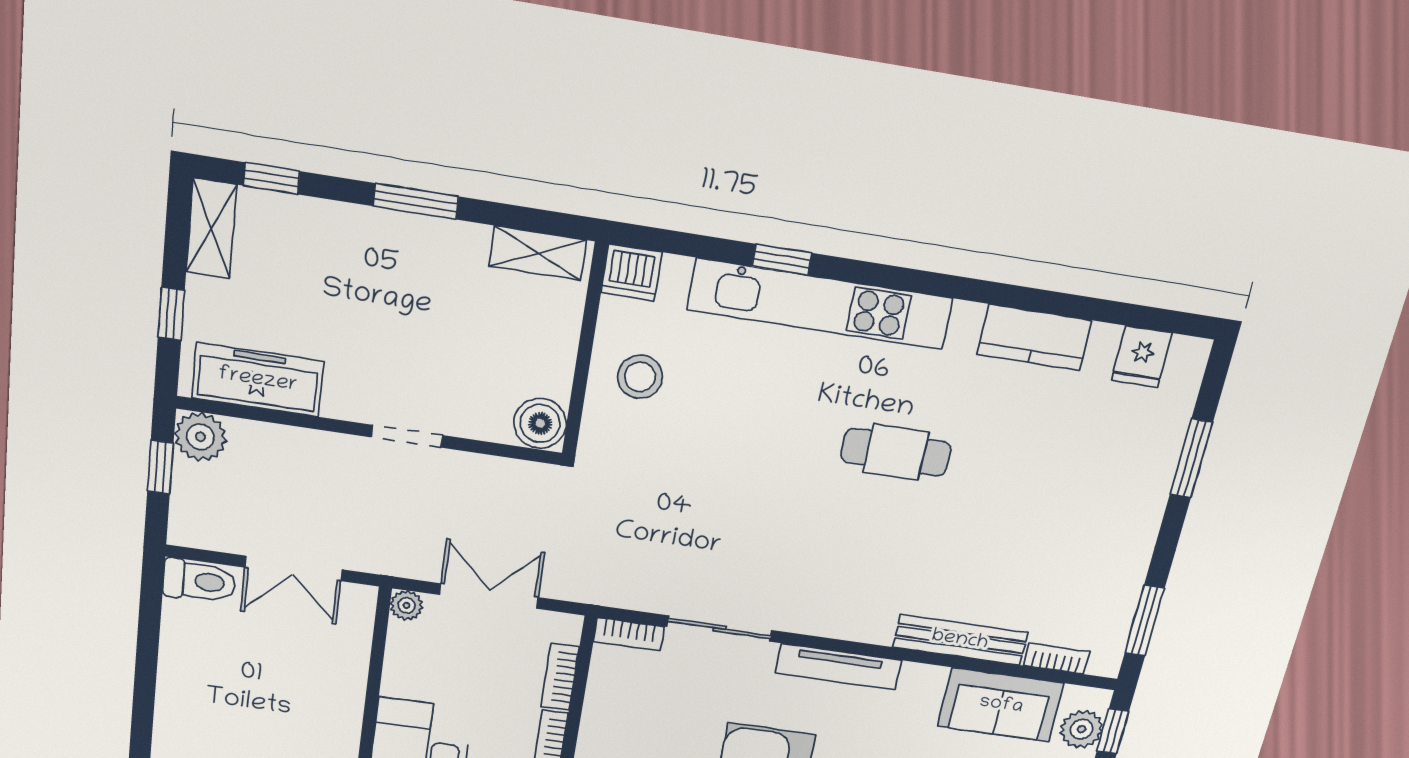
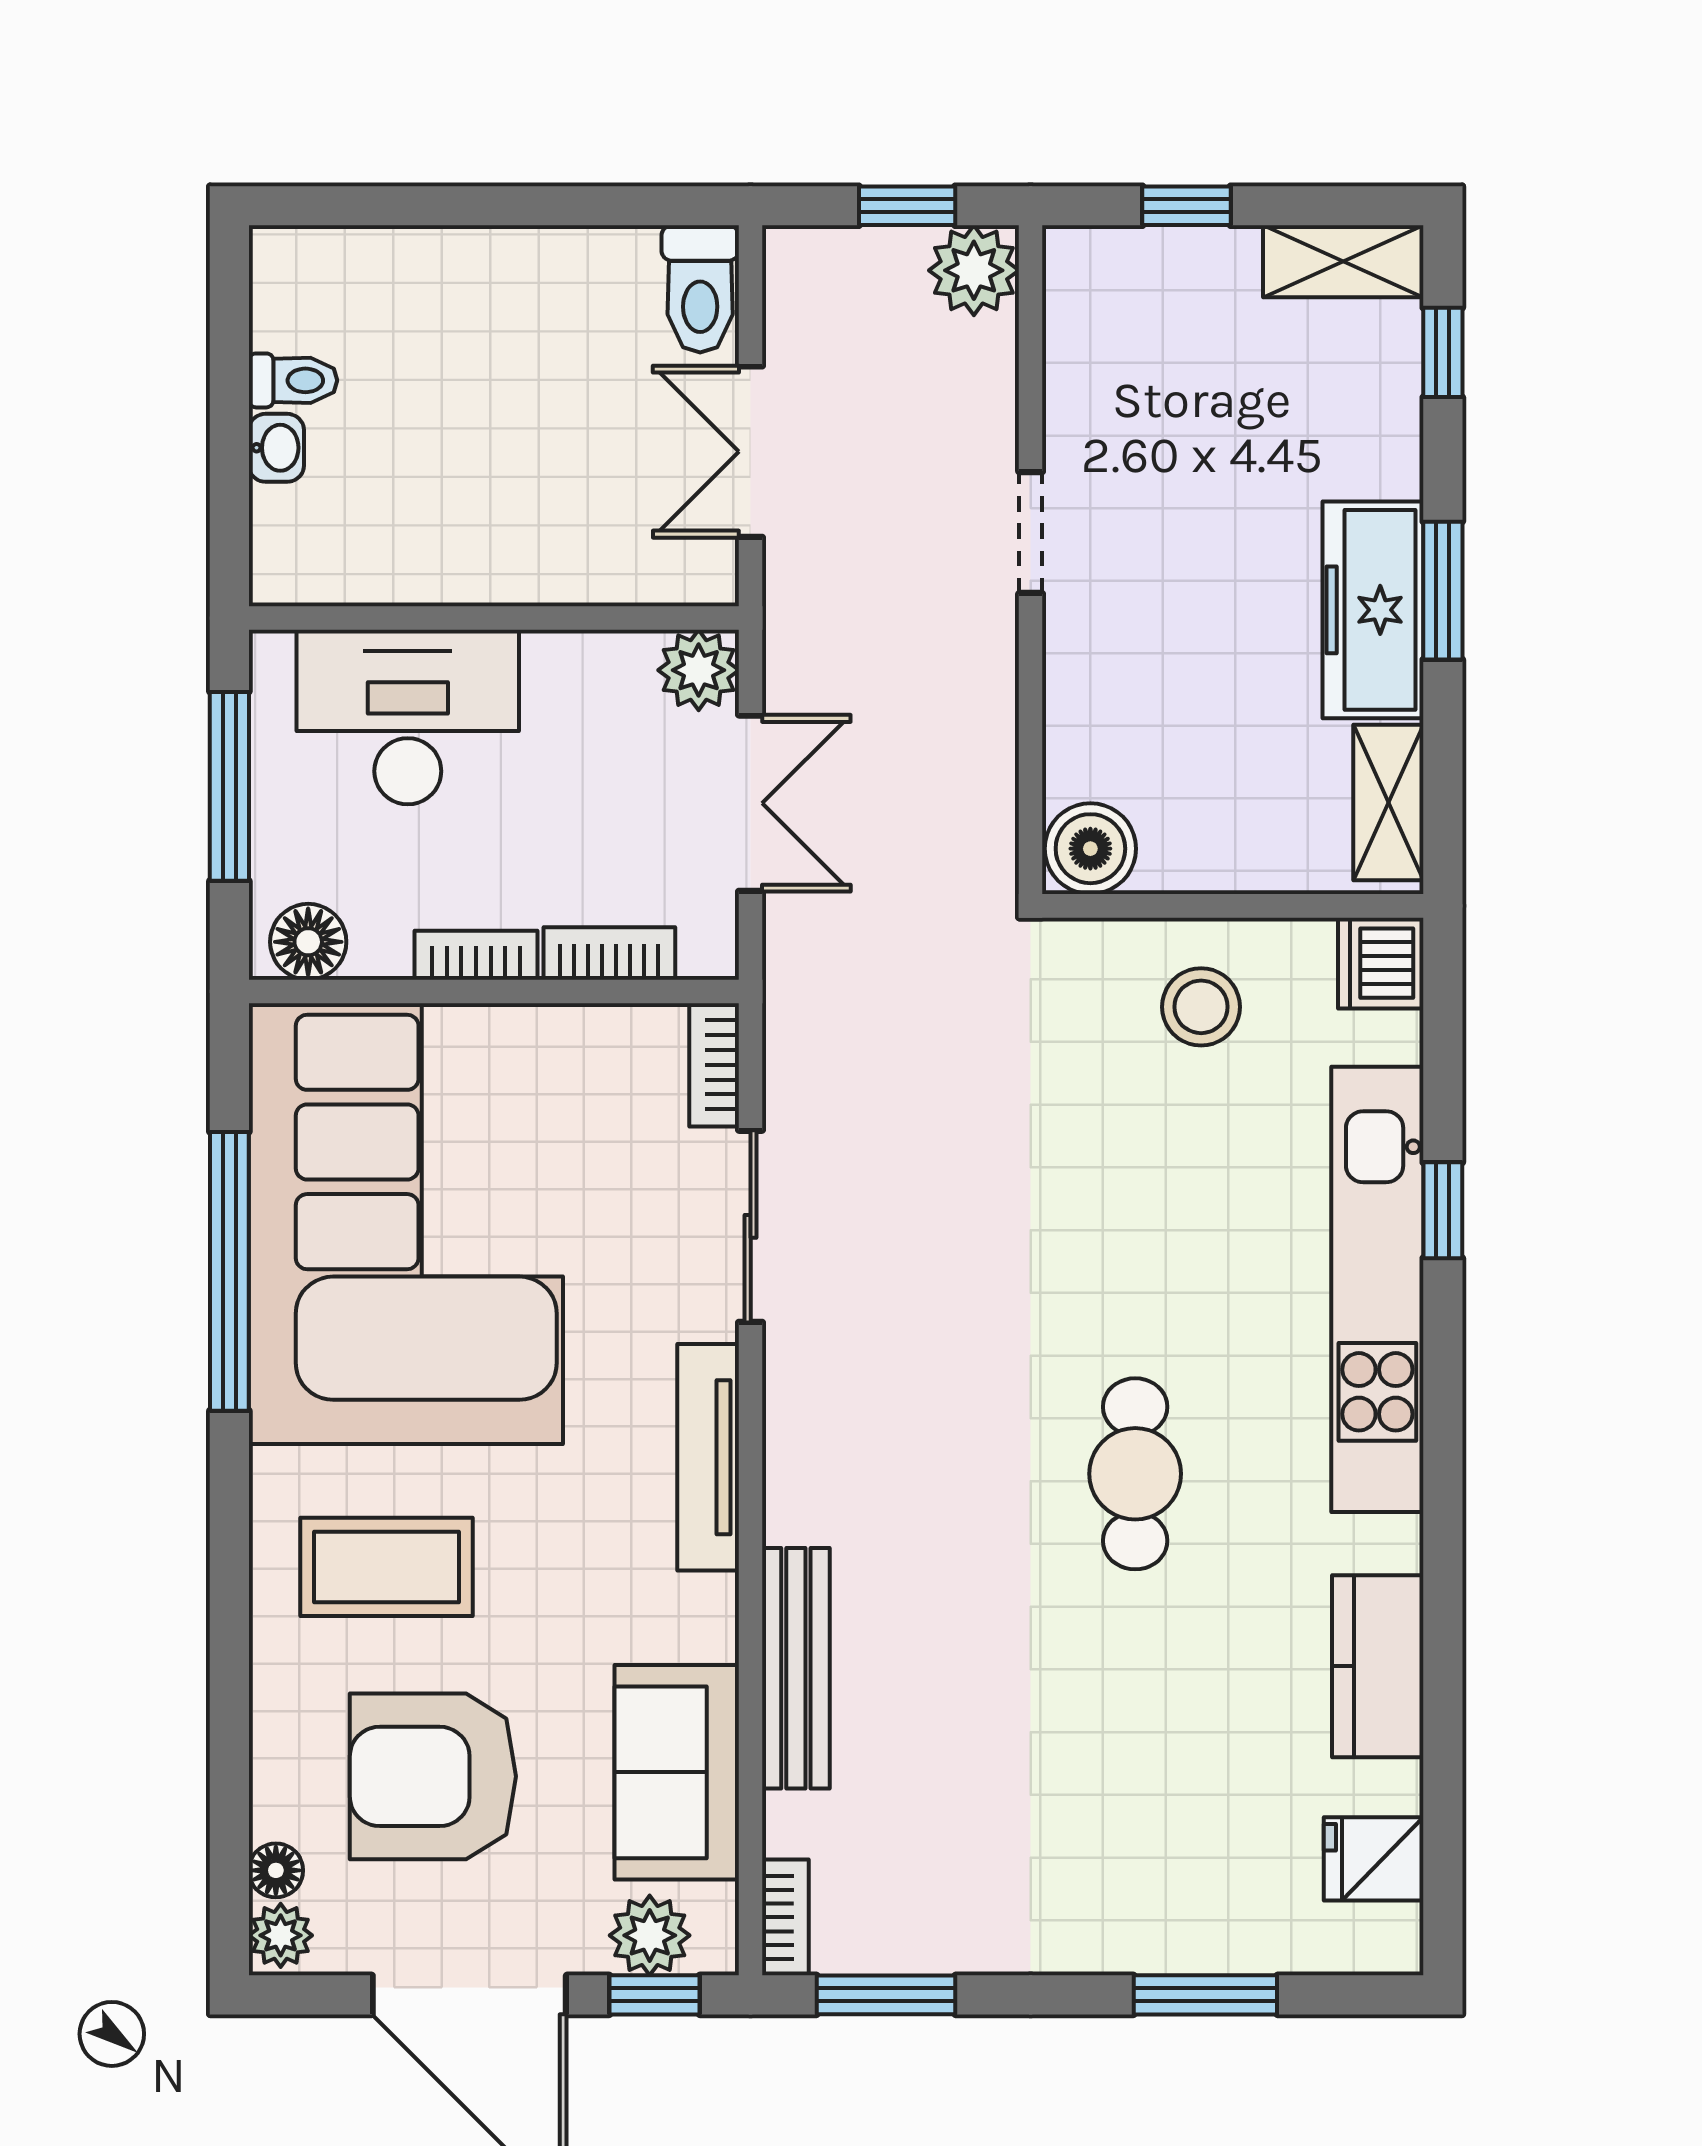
freezer: (258, 380) -> (1373, 610), moved, turned 180
doorway: (407, 436) -> (1031, 533), moved
plant: (406, 605) -> (699, 670), width x1.38, depth x1.38
bookcase: (1056, 659) -> (785, 1917), moved

